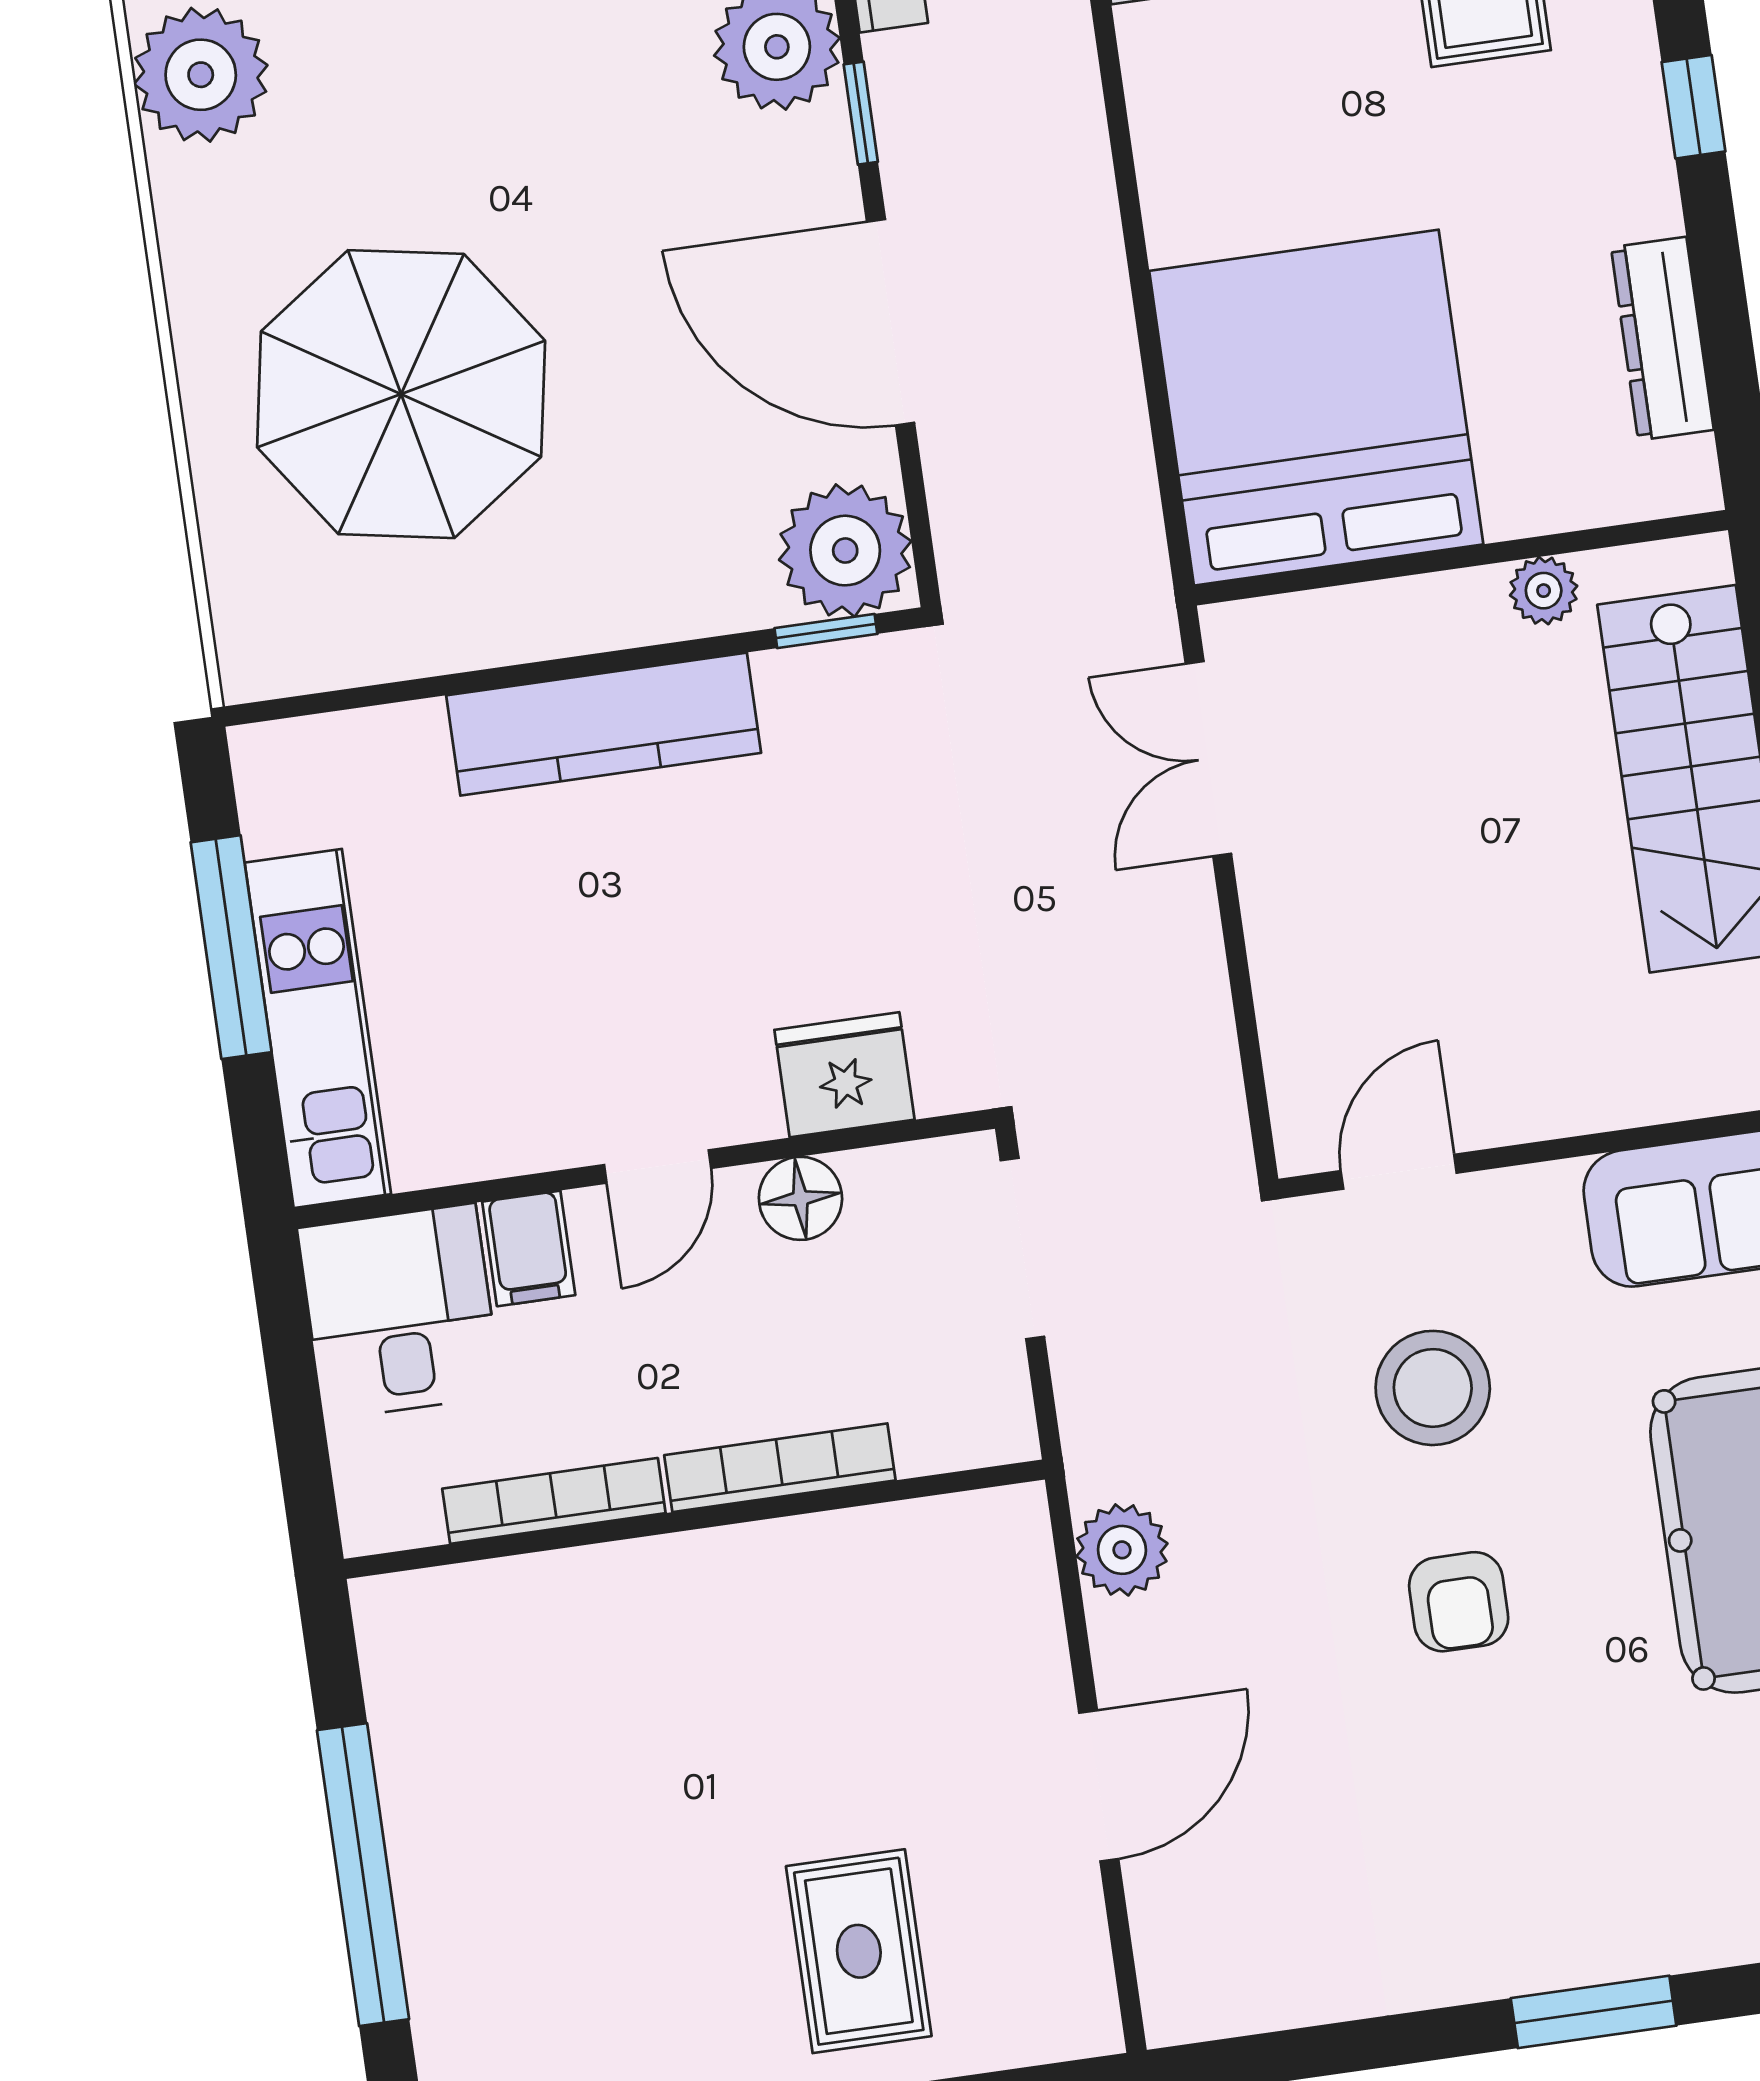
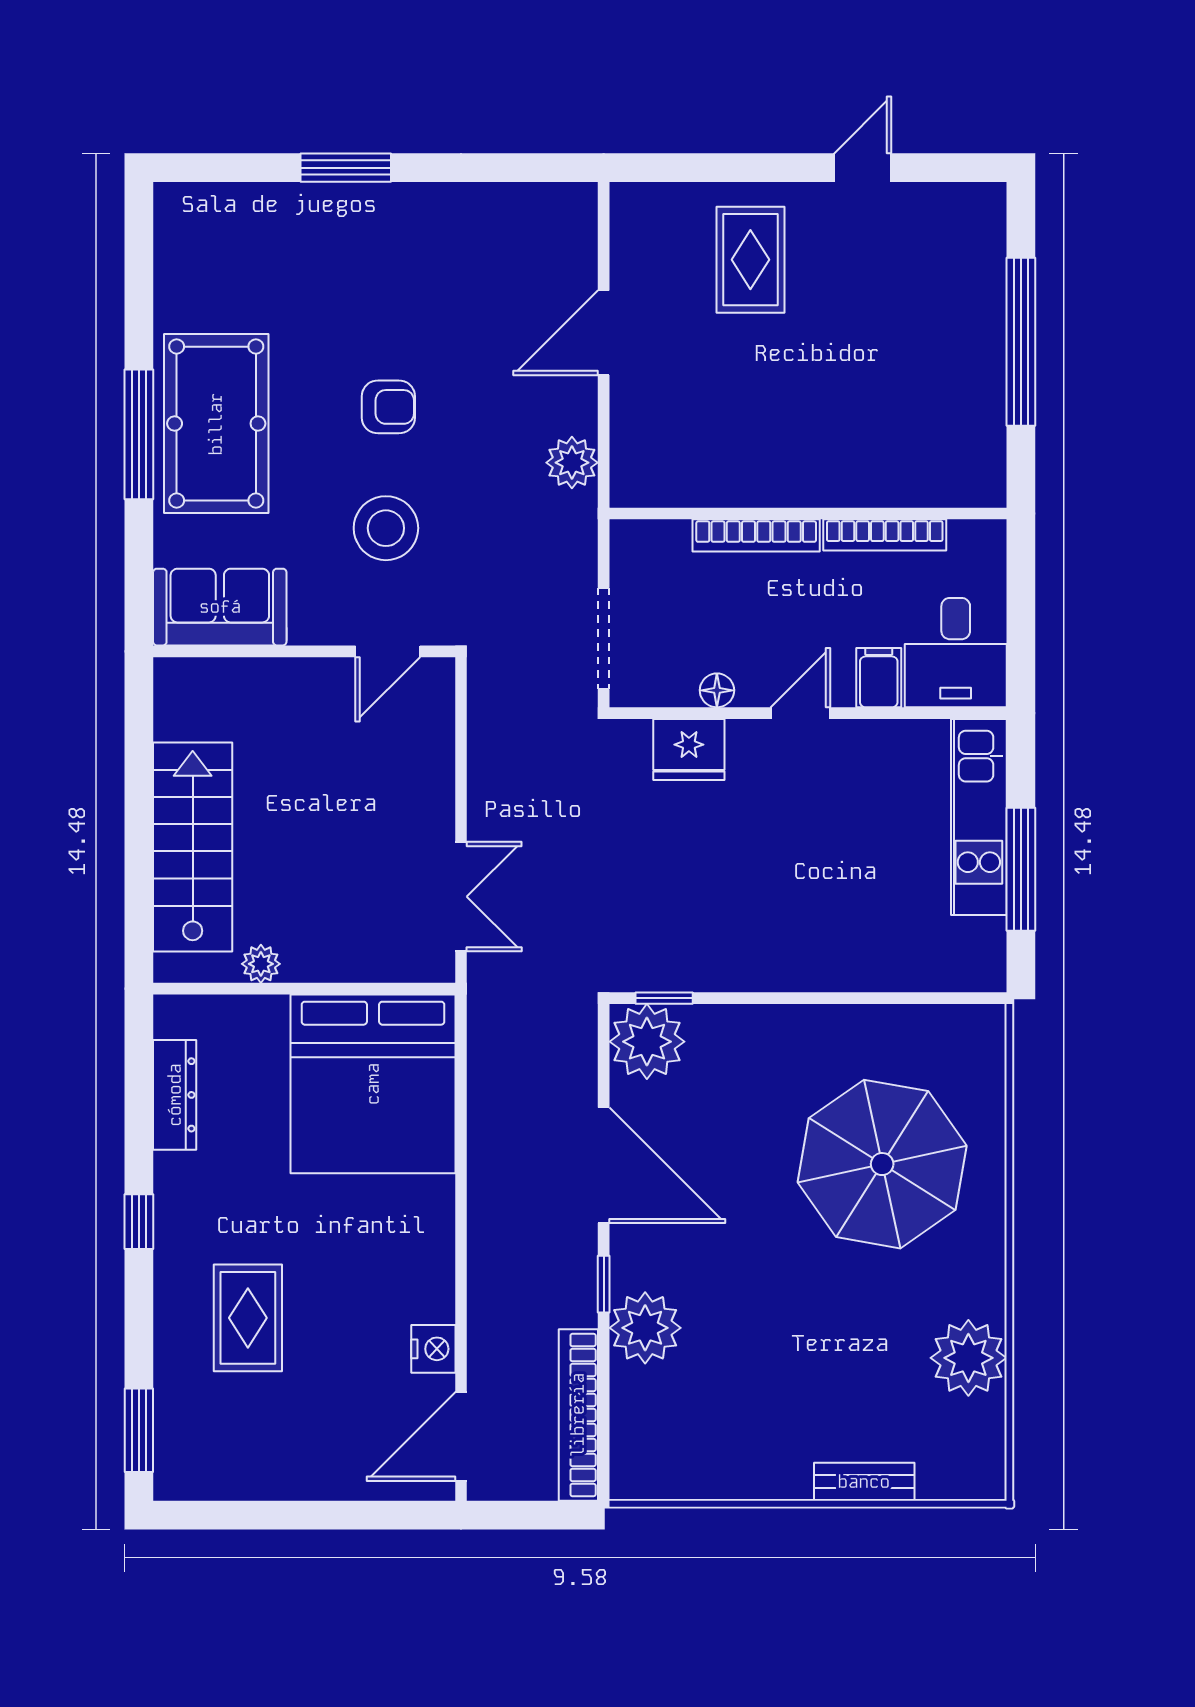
kitchen counter: (604, 724) -> (795, 964), removed
floor lamp: (800, 1198) -> (717, 690), width x0.73, depth x0.73
armchair: (1459, 1602) -> (388, 407), turned 90

